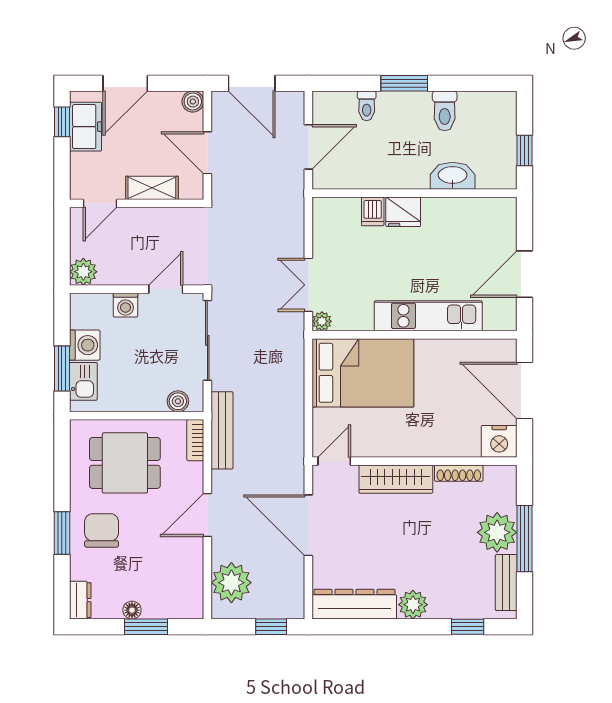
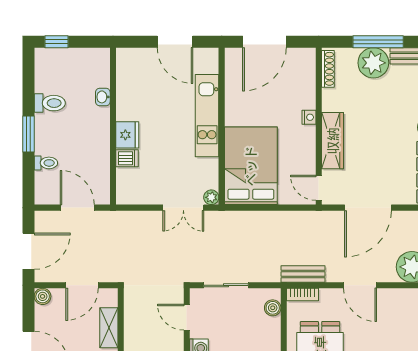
window: (525, 151) -> (57, 42), moved
washbasin: (453, 176) -> (103, 97), width x0.52, depth x0.69
sliding door: (207, 340) -> (226, 285), width x0.73
bench: (222, 430) -> (303, 274), width x0.73
nightstand: (499, 441) -> (309, 117), moved, width x0.53, depth x0.56
shoe rack: (459, 473) -> (328, 69), moved

